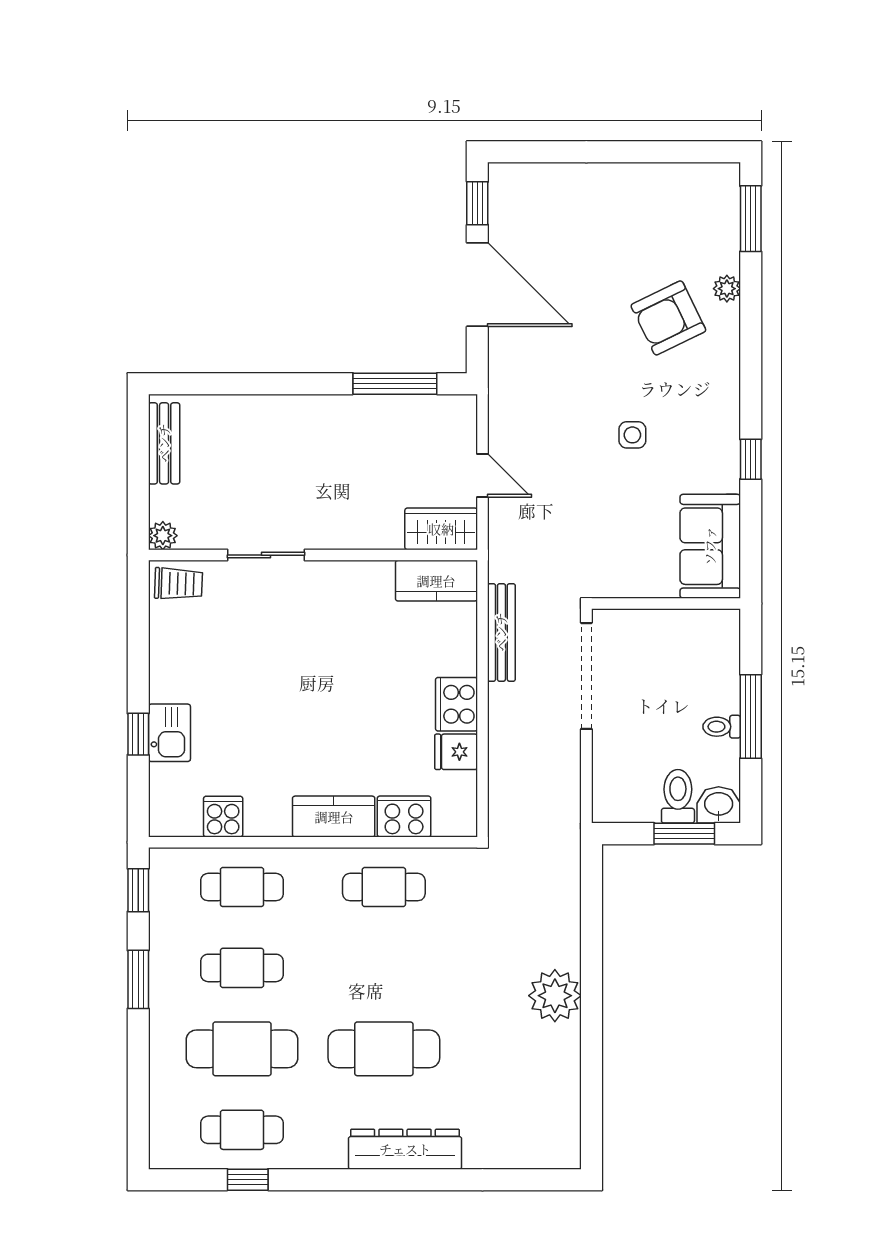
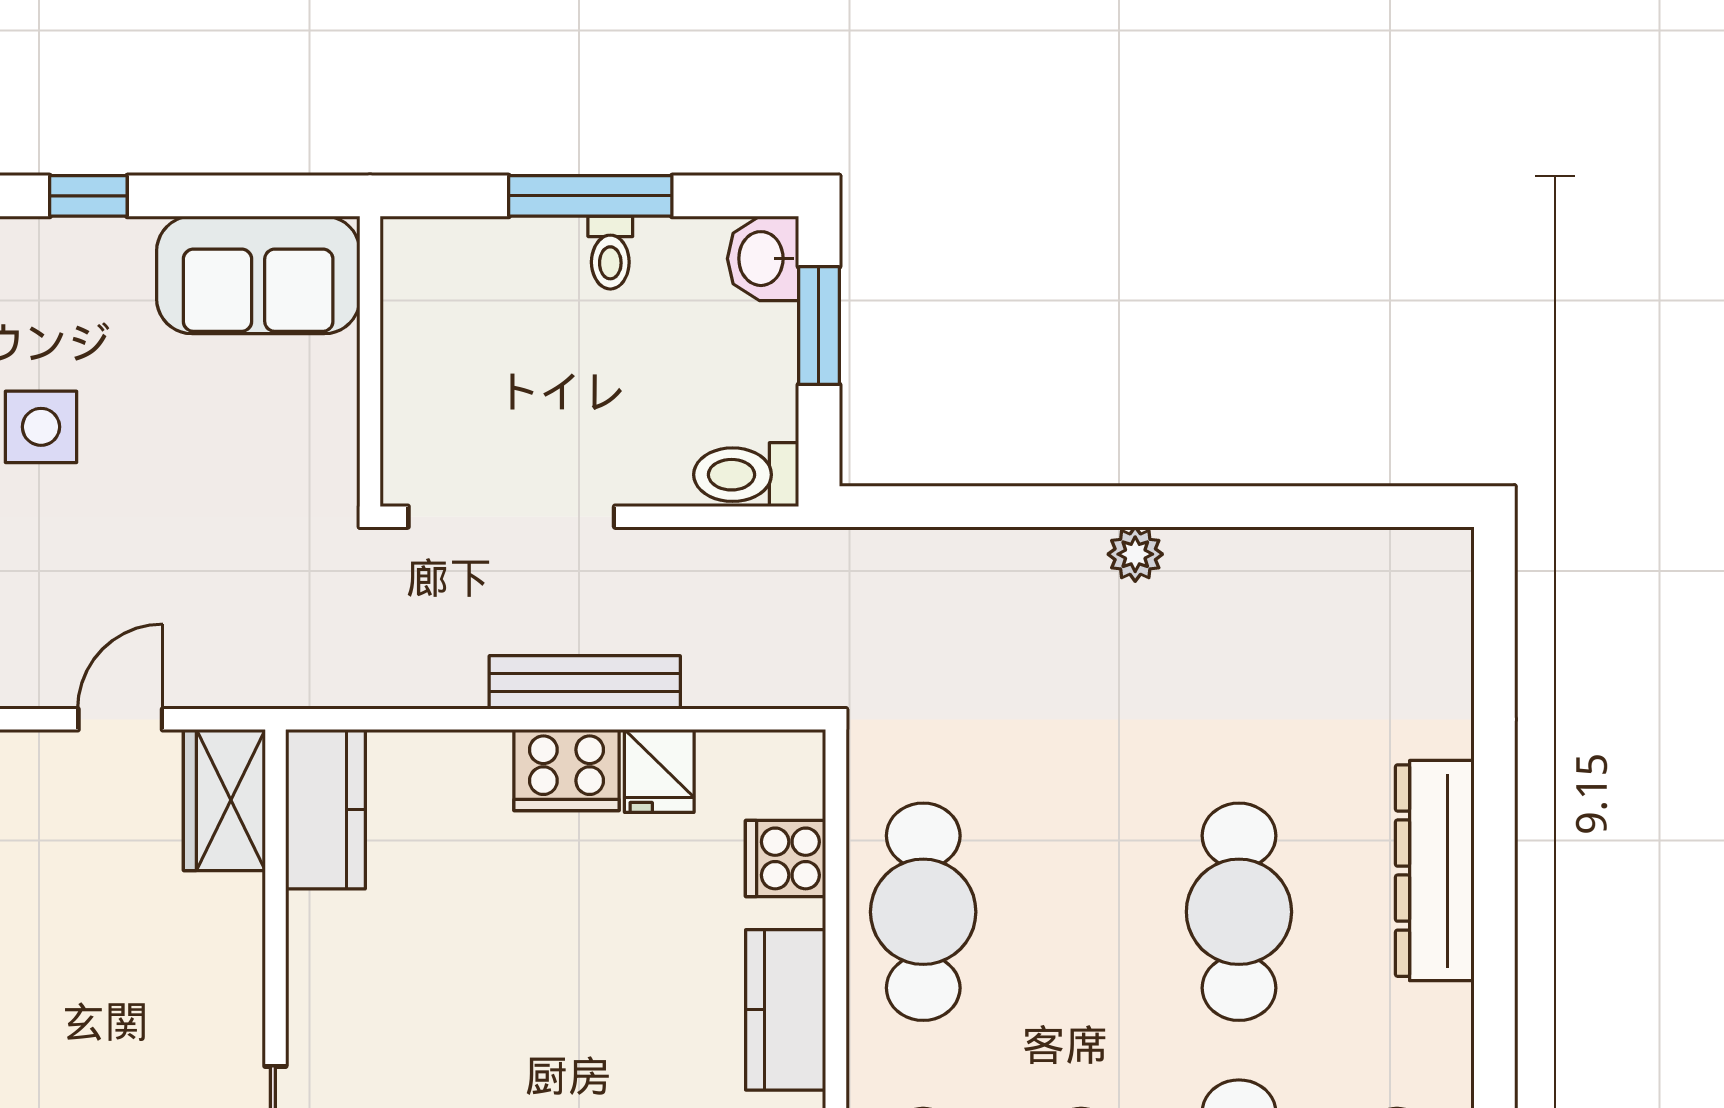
side table: (632, 435) -> (41, 427), width x1.37, depth x1.37
bench: (501, 632) -> (585, 682), moved
toilet: (678, 796) -> (746, 475), moved
cooker: (404, 817) -> (786, 858), width x0.73
cafe table: (384, 887) -> (923, 912), width x1.37, depth x1.35
plant: (555, 996) -> (1135, 554), width x0.53, depth x0.53

